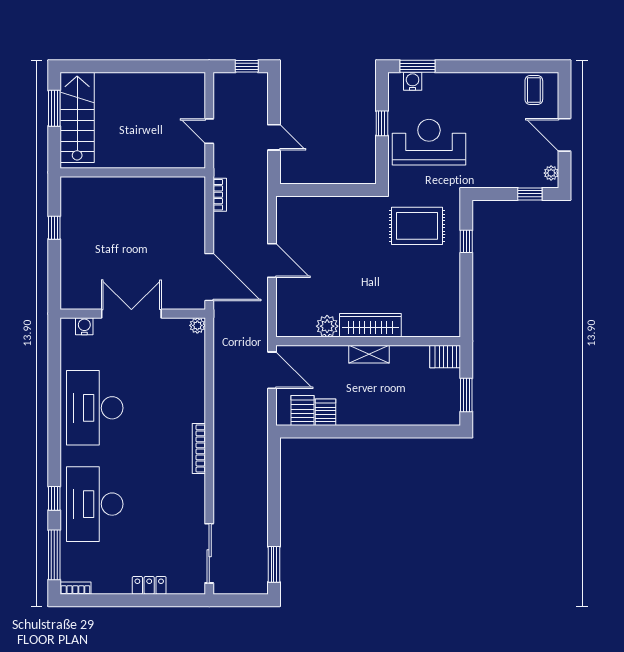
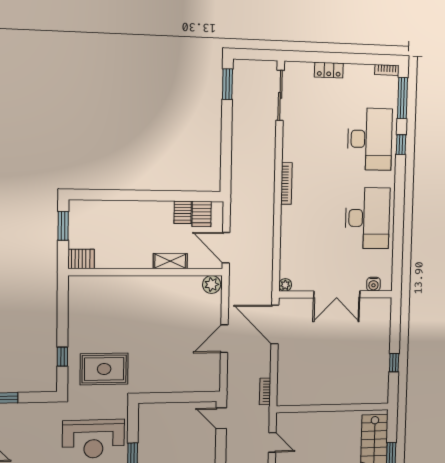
door: (274, 137) -> (221, 418), moved
door: (272, 261) -> (224, 339), hinge flipped
wardrobe: (370, 325) -> (144, 285), removed
plant: (327, 326) -> (212, 284), moved
shelving: (369, 354) -> (170, 261), moved

